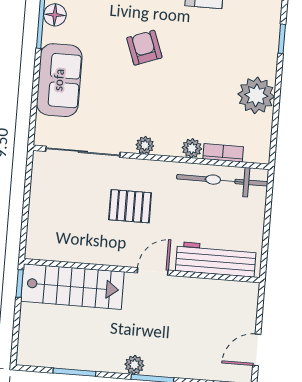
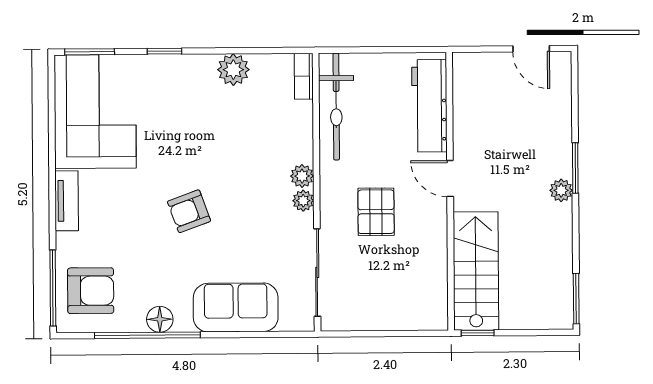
plant: (256, 95) -> (233, 70), width x0.73, depth x0.73
plant: (192, 148) -> (302, 176), moved
bookcase: (223, 153) -> (304, 76), moved
window: (74, 372) -> (576, 299), moved

